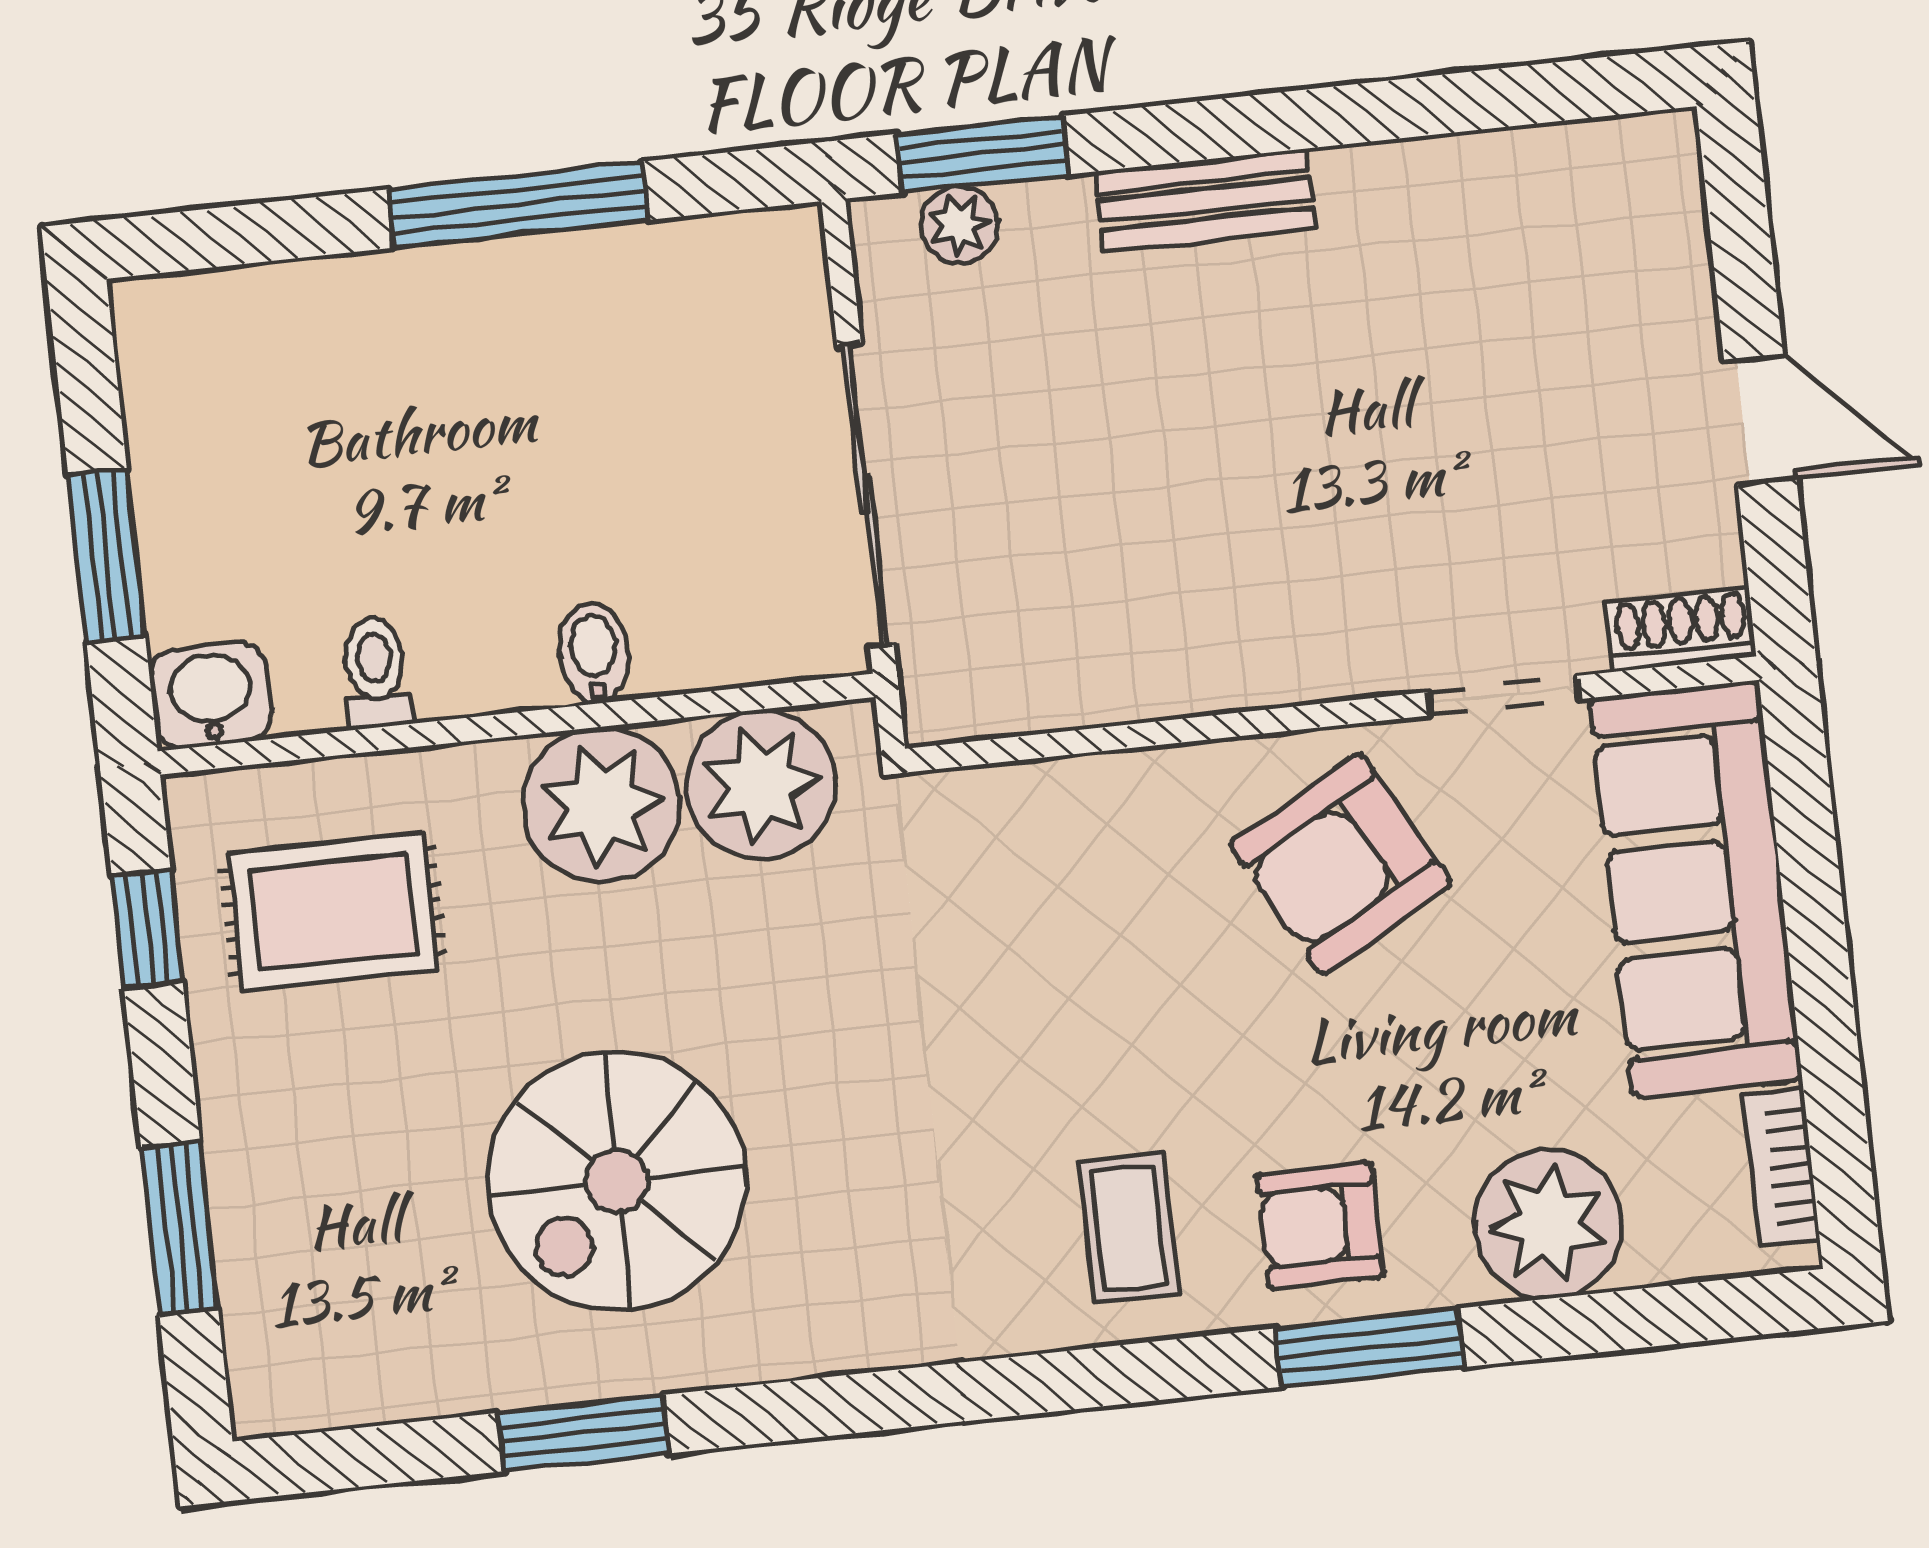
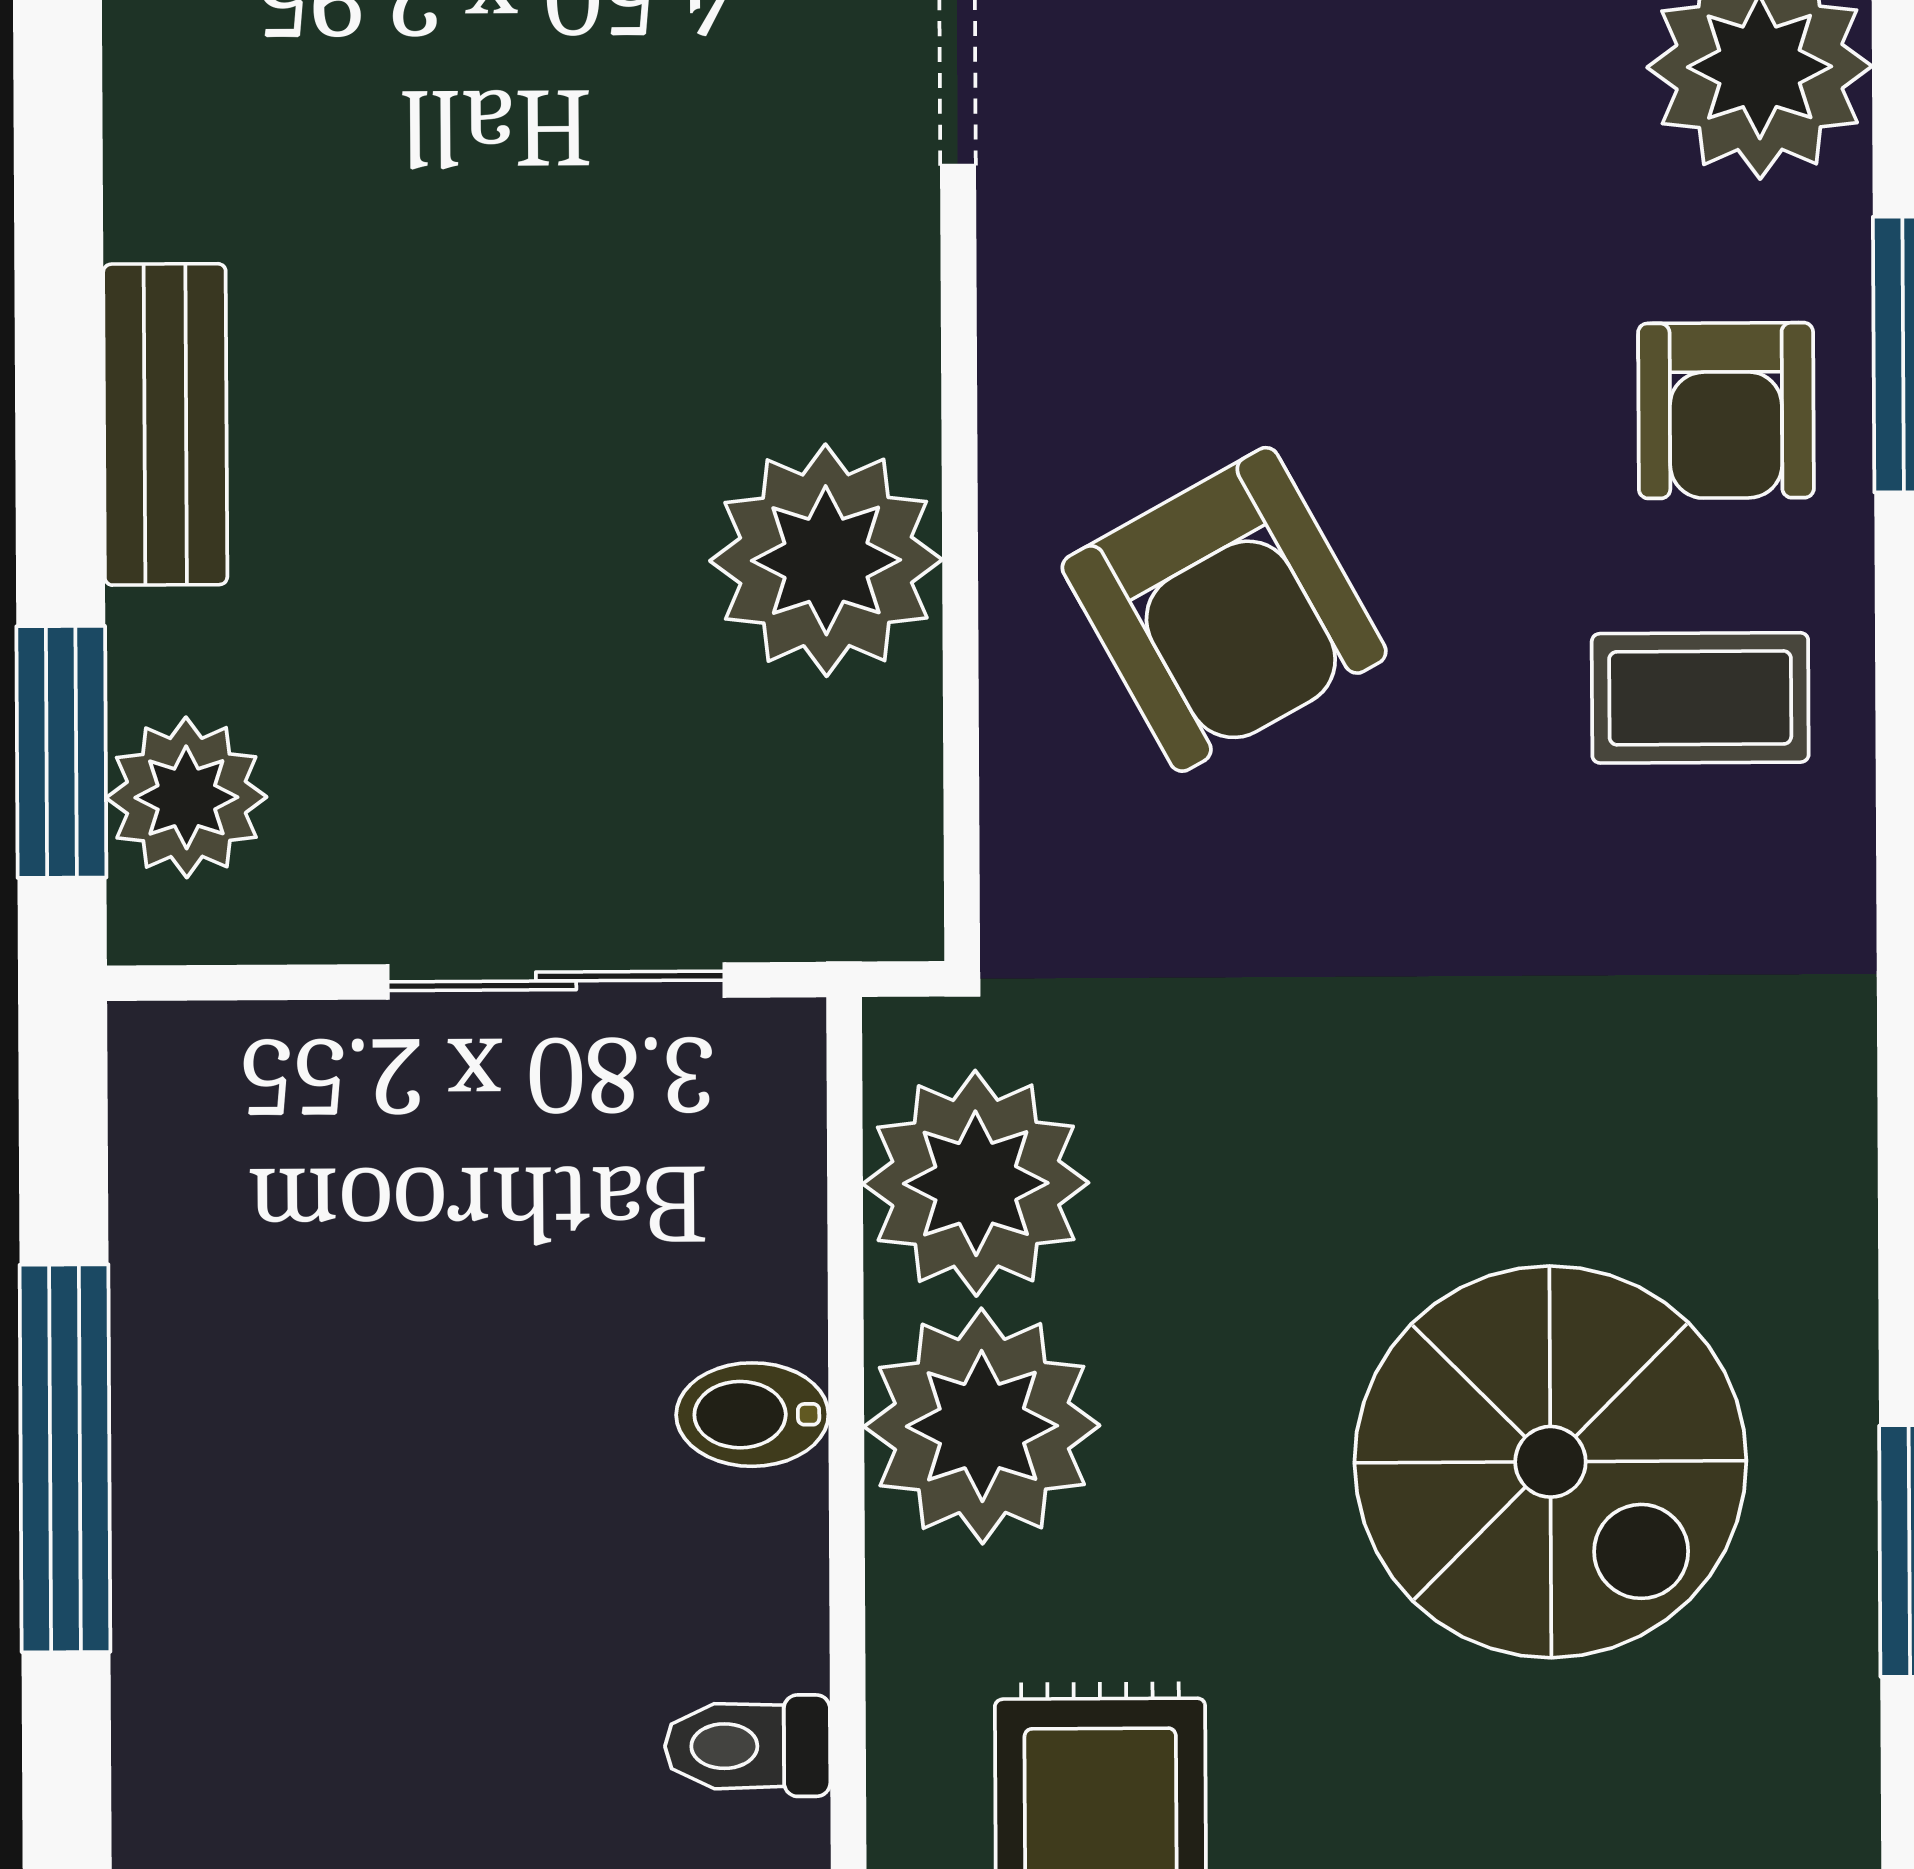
plant: (959, 225) -> (186, 797), width x1.38, depth x1.38
sliding door: (865, 495) -> (556, 981), width x0.73
plant: (1160, 644) -> (826, 560), added
armchair: (1340, 864) -> (1224, 609), moved

